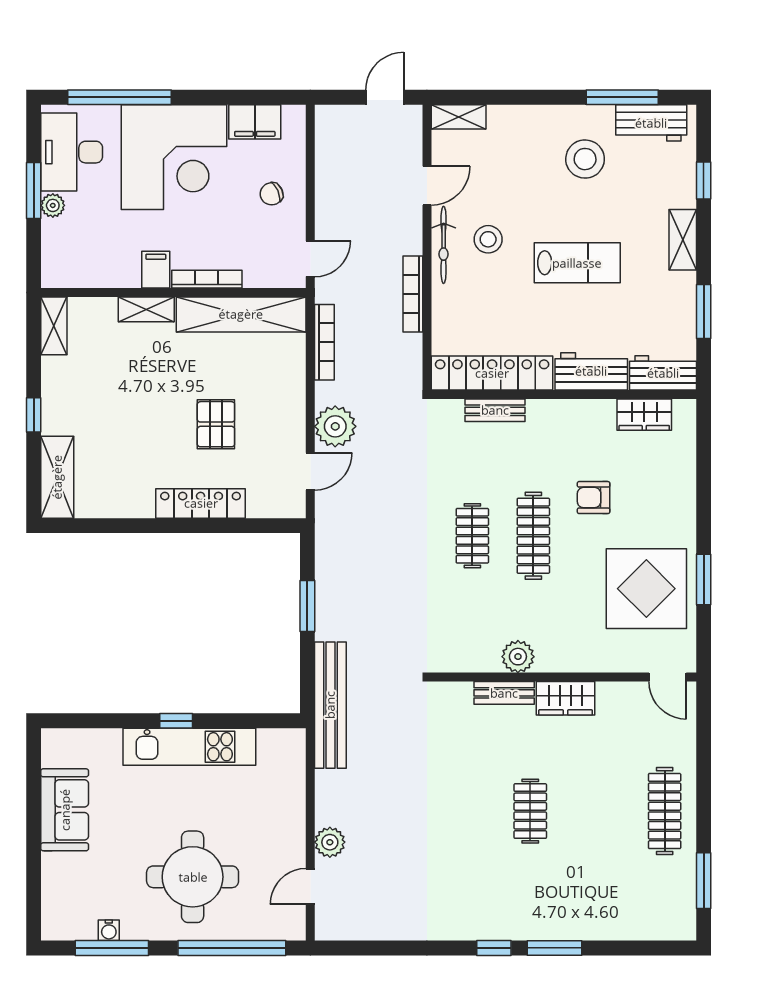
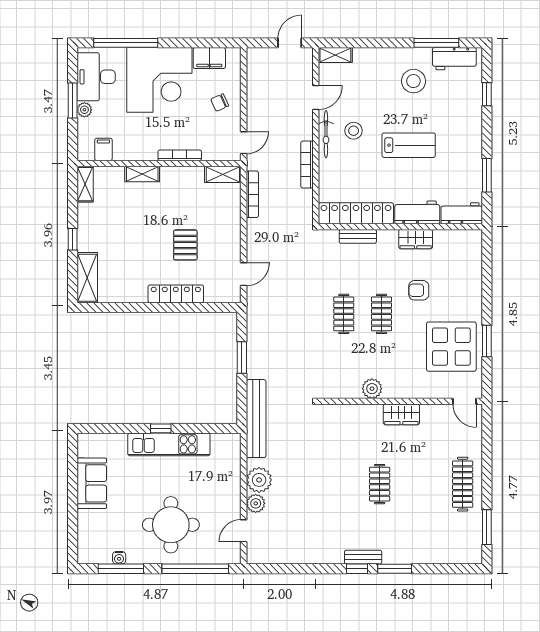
shelving: (683, 240) -> (474, 131), removed
filing cabinet: (156, 270) -> (103, 149), moved
shelving: (241, 314) -> (223, 174), width x0.45, depth x0.75
wardrobe: (644, 415) -> (416, 239), moved
plant: (335, 426) -> (259, 480), moved
clothes rail: (533, 536) -> (381, 314), width x0.73
bench: (504, 693) -> (363, 557), moved

